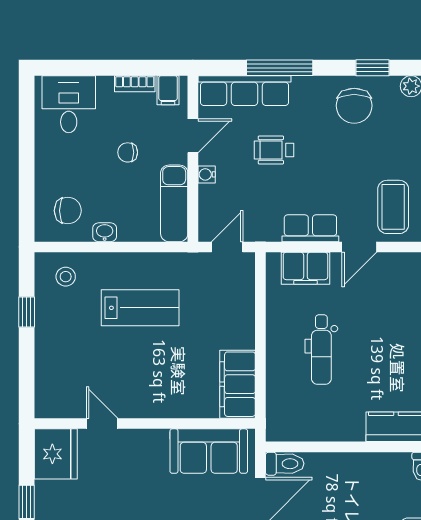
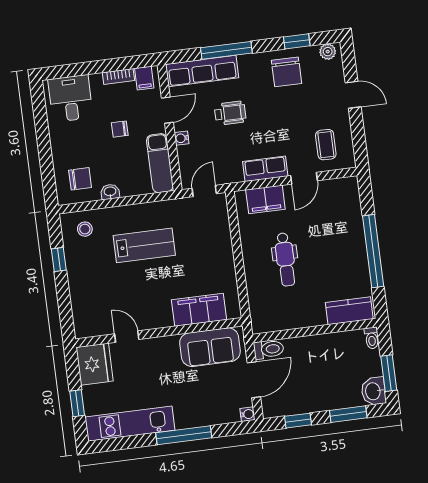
wheelchair: (274, 150) -> (230, 113), turned 180
coffee table: (393, 207) -> (326, 145), width x0.73, depth x0.77
filing cabinet: (237, 384) -> (199, 310), moved, turned 90

